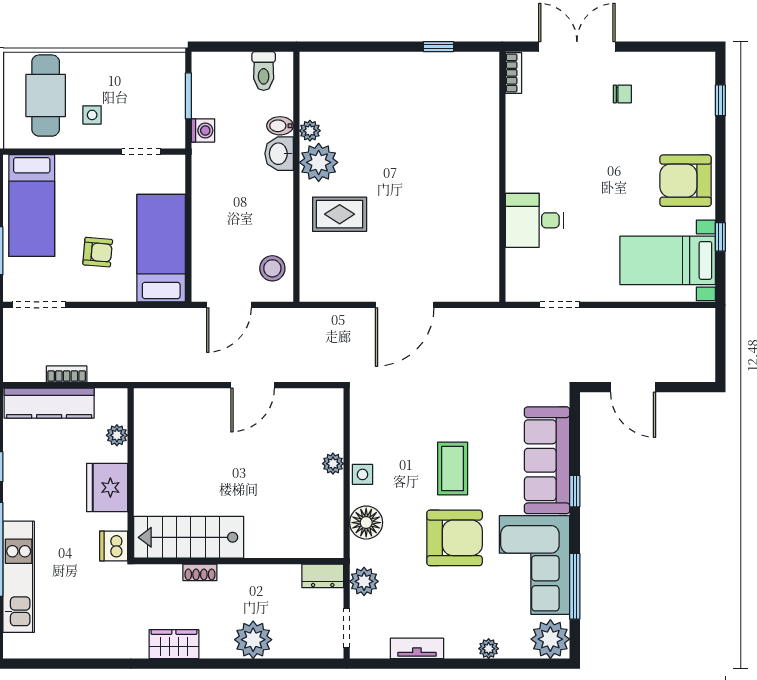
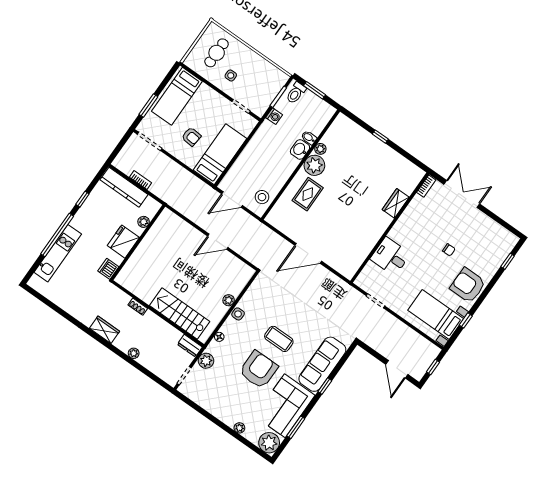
window: (237, 47) -> (315, 90), added
window: (438, 47) -> (380, 137), moved
toilet: (264, 71) -> (296, 93), moved
chair: (622, 94) -> (449, 250), moved
cafe table: (46, 96) -> (217, 53), width x0.73, depth x0.74
wardrobe: (485, 133) -> (396, 203), added
rug: (340, 214) -> (308, 194), turned 90
window: (720, 344) -> (433, 367), added
door: (633, 387) -> (397, 369), moved
coffee table: (453, 469) -> (279, 339), turned 90
floor lamp: (366, 523) -> (219, 337), width x0.53, depth x0.53
stairs: (189, 537) -> (180, 313), moved
armchair: (455, 538) -> (259, 370), turned -90
window: (575, 586) -> (296, 427), width x0.69
plant: (253, 640) -> (134, 353), width x0.53, depth x0.53
tv unit: (417, 648) -> (208, 406), removed

